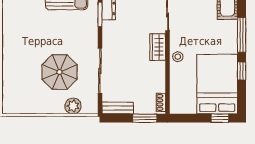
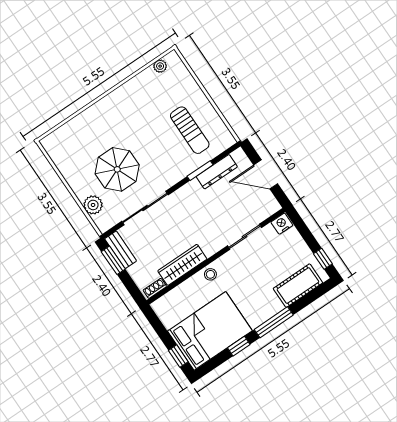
wardrobe: (158, 47) -> (182, 265), moved, width x1.50
window: (145, 118) -> (113, 260), moved

